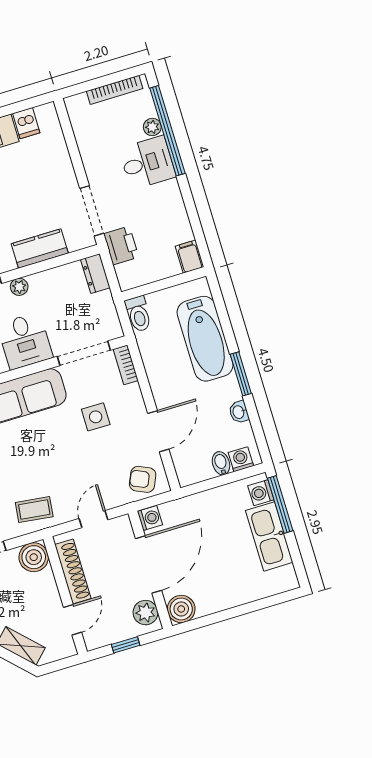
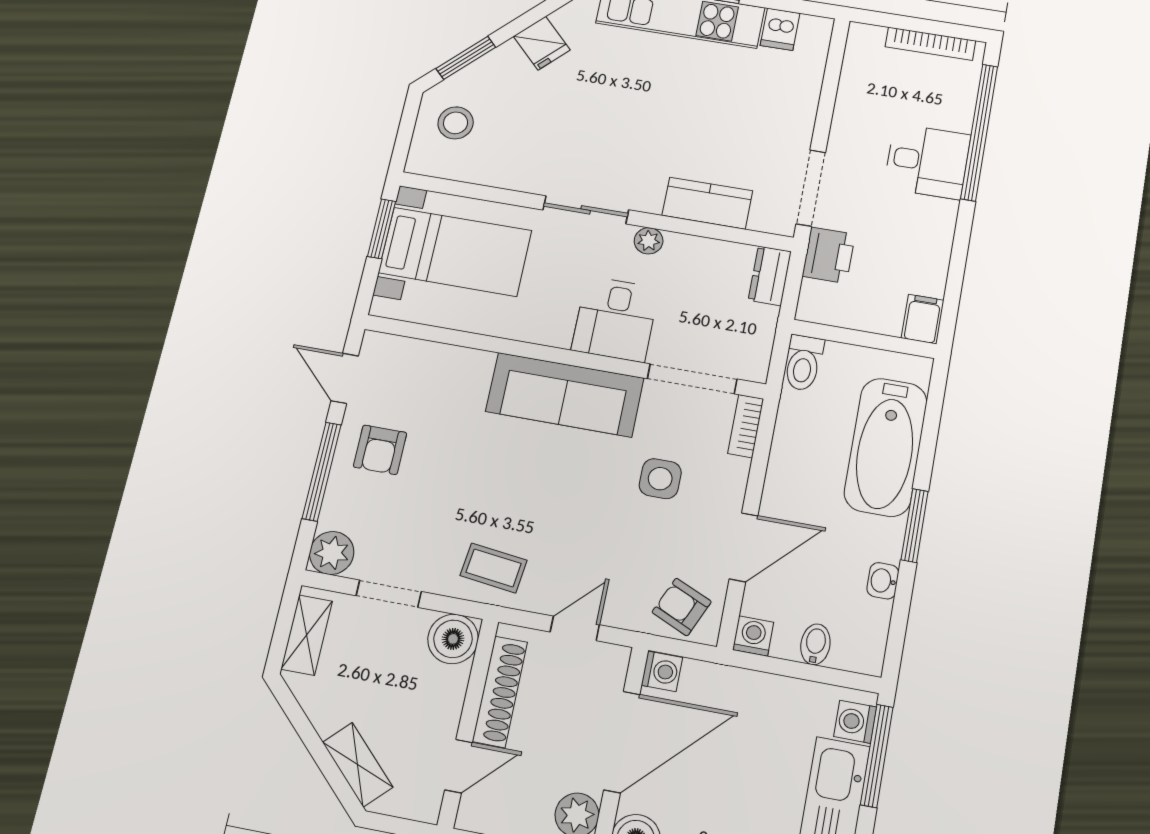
plant: (152, 127) -> (960, 117), removed
washing machine: (241, 459) -> (753, 636), moved

